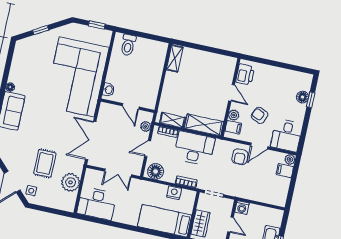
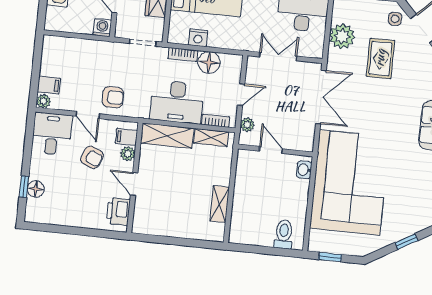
shelving: (175, 58) -> (220, 204), moved
door: (259, 146) -> (88, 115), swing flipped
armchair: (240, 157) -> (113, 97), turned 90
floor lamp: (156, 171) -> (209, 62), moved

